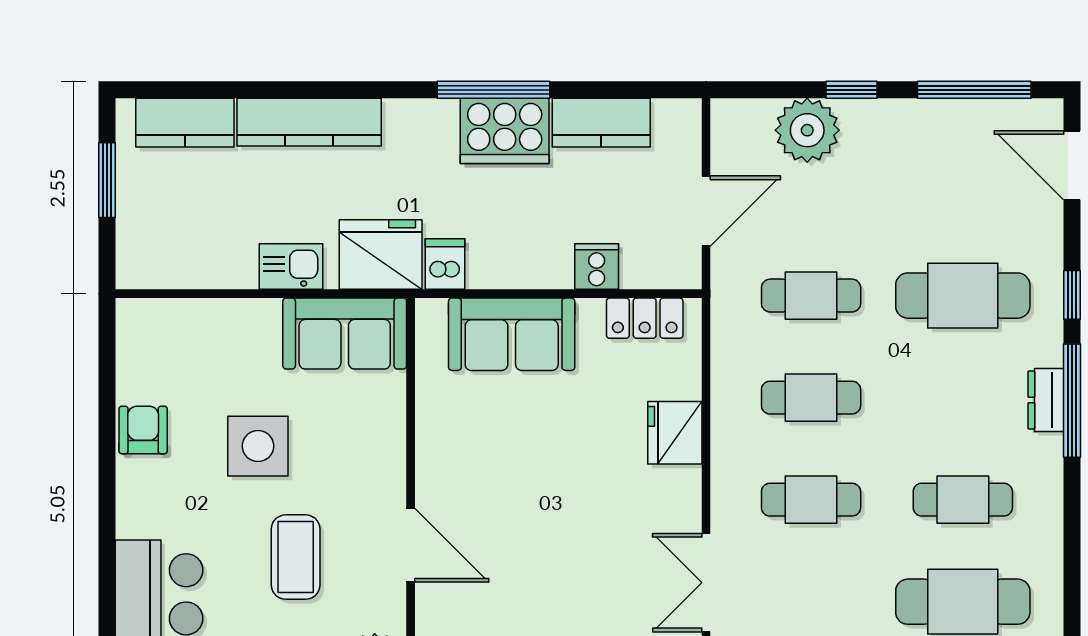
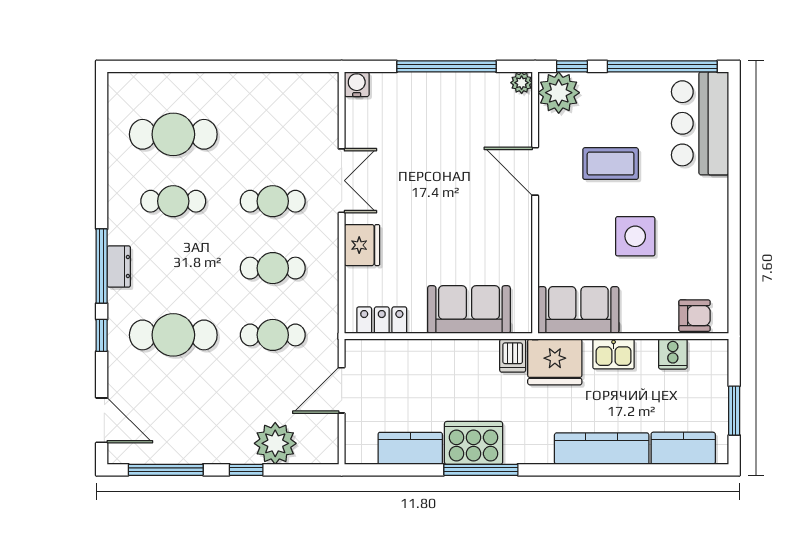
cooker: (597, 266) -> (673, 354), moved
armchair: (143, 430) -> (694, 316), moved, turned -90
coffee table: (296, 557) -> (611, 164), turned 90
double door: (706, 583) -> (342, 181), moved

